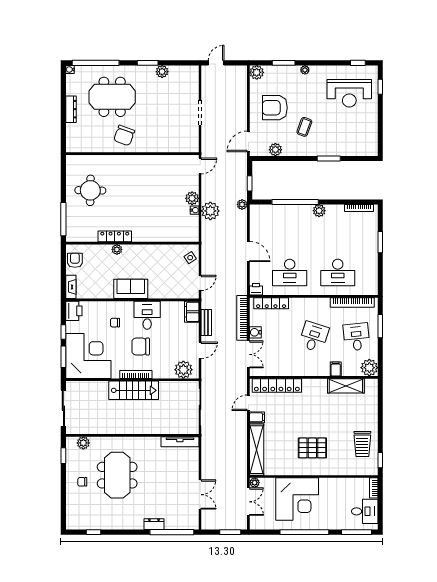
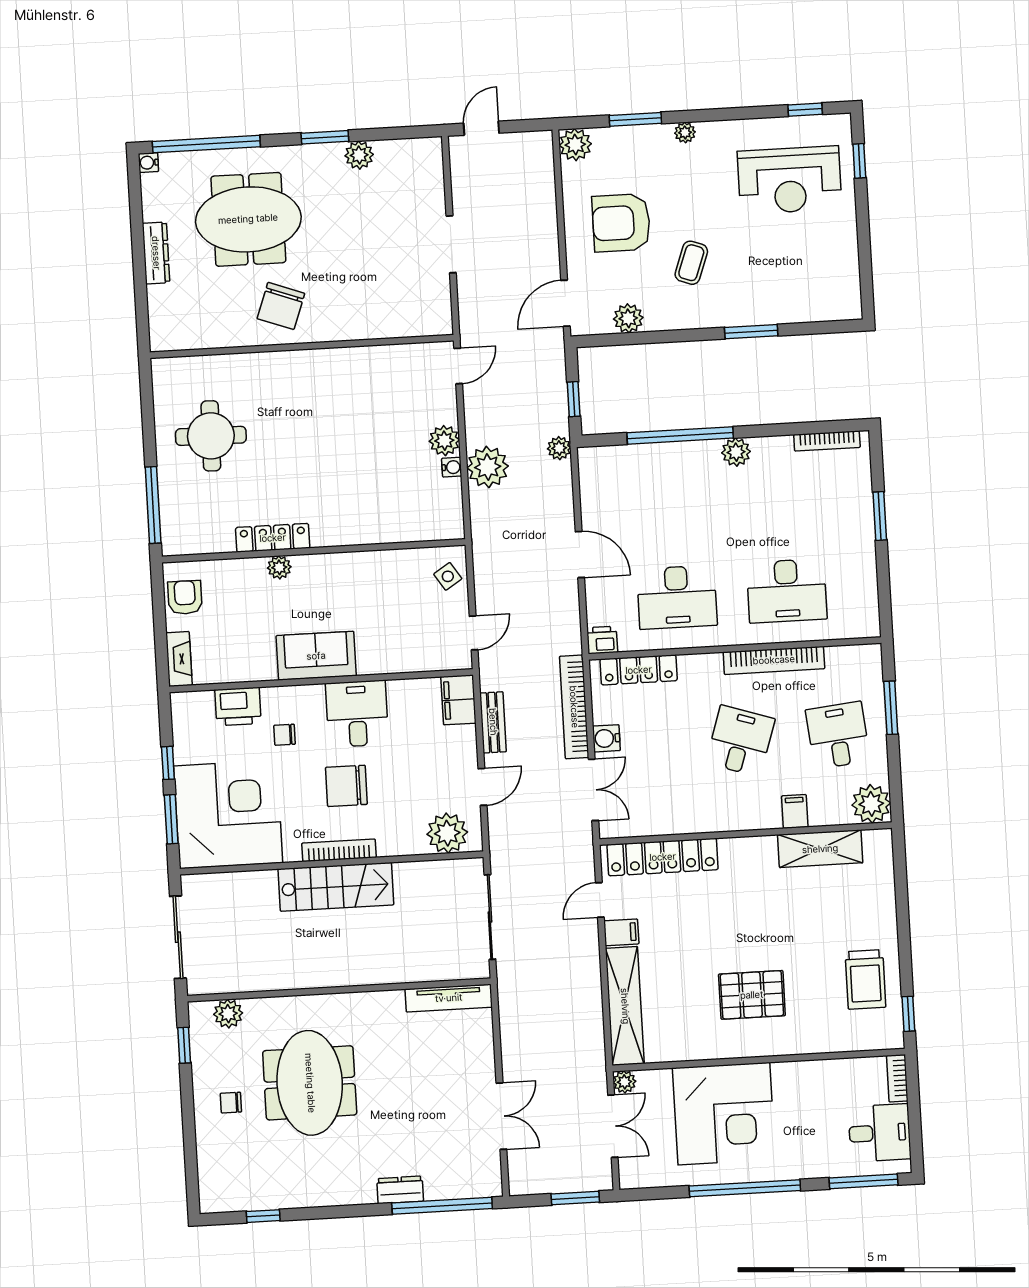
bookcase: (352, 303) -> (774, 660), moved
printer: (74, 311) -> (238, 707), moved, turned 90

